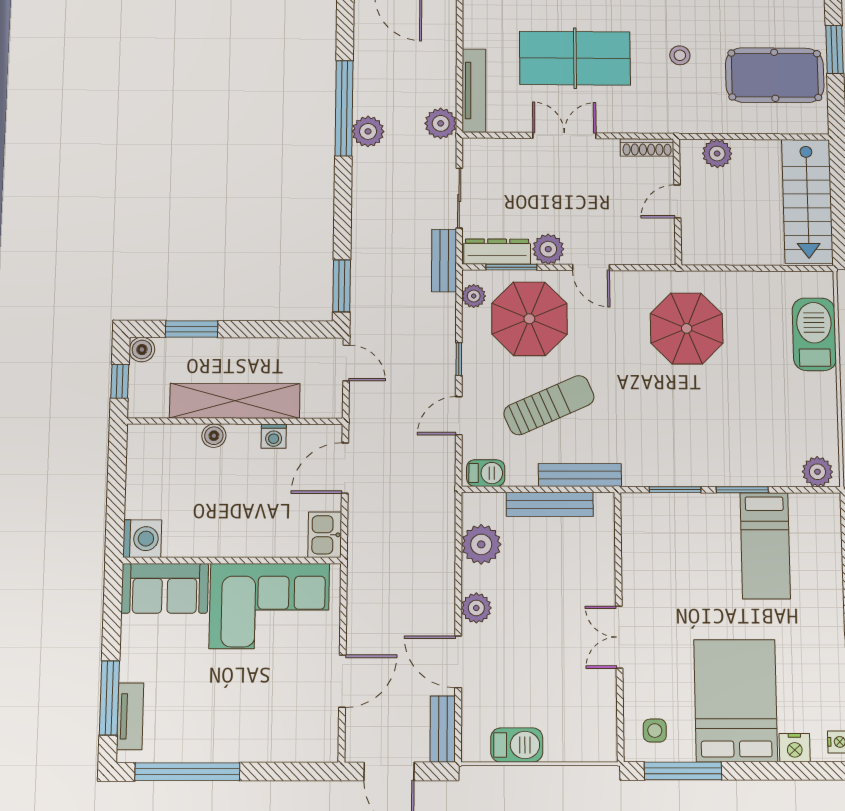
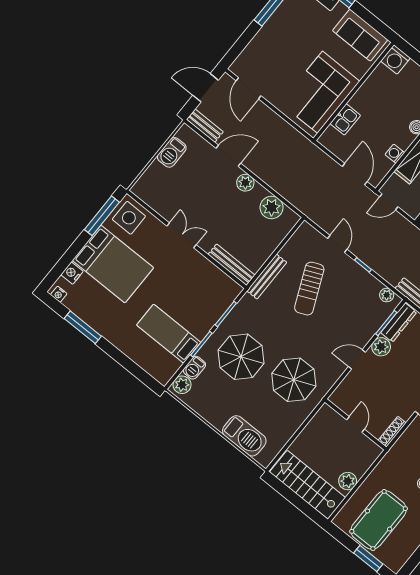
plant: (717, 154) -> (348, 481), moved
parasol: (529, 319) -> (241, 357), moved
door: (346, 363) -> (389, 202), moved
barbecue: (486, 473) -> (194, 368), moved
bench: (550, 504) -> (232, 265), moved, turned 90
kitchen sink: (325, 535) -> (345, 119), moved, turned 90
sofa: (165, 588) -> (360, 35), moved, turned -90
door: (342, 681) -> (249, 88), moved
side table: (655, 731) -> (129, 218), width x1.87, depth x1.87

